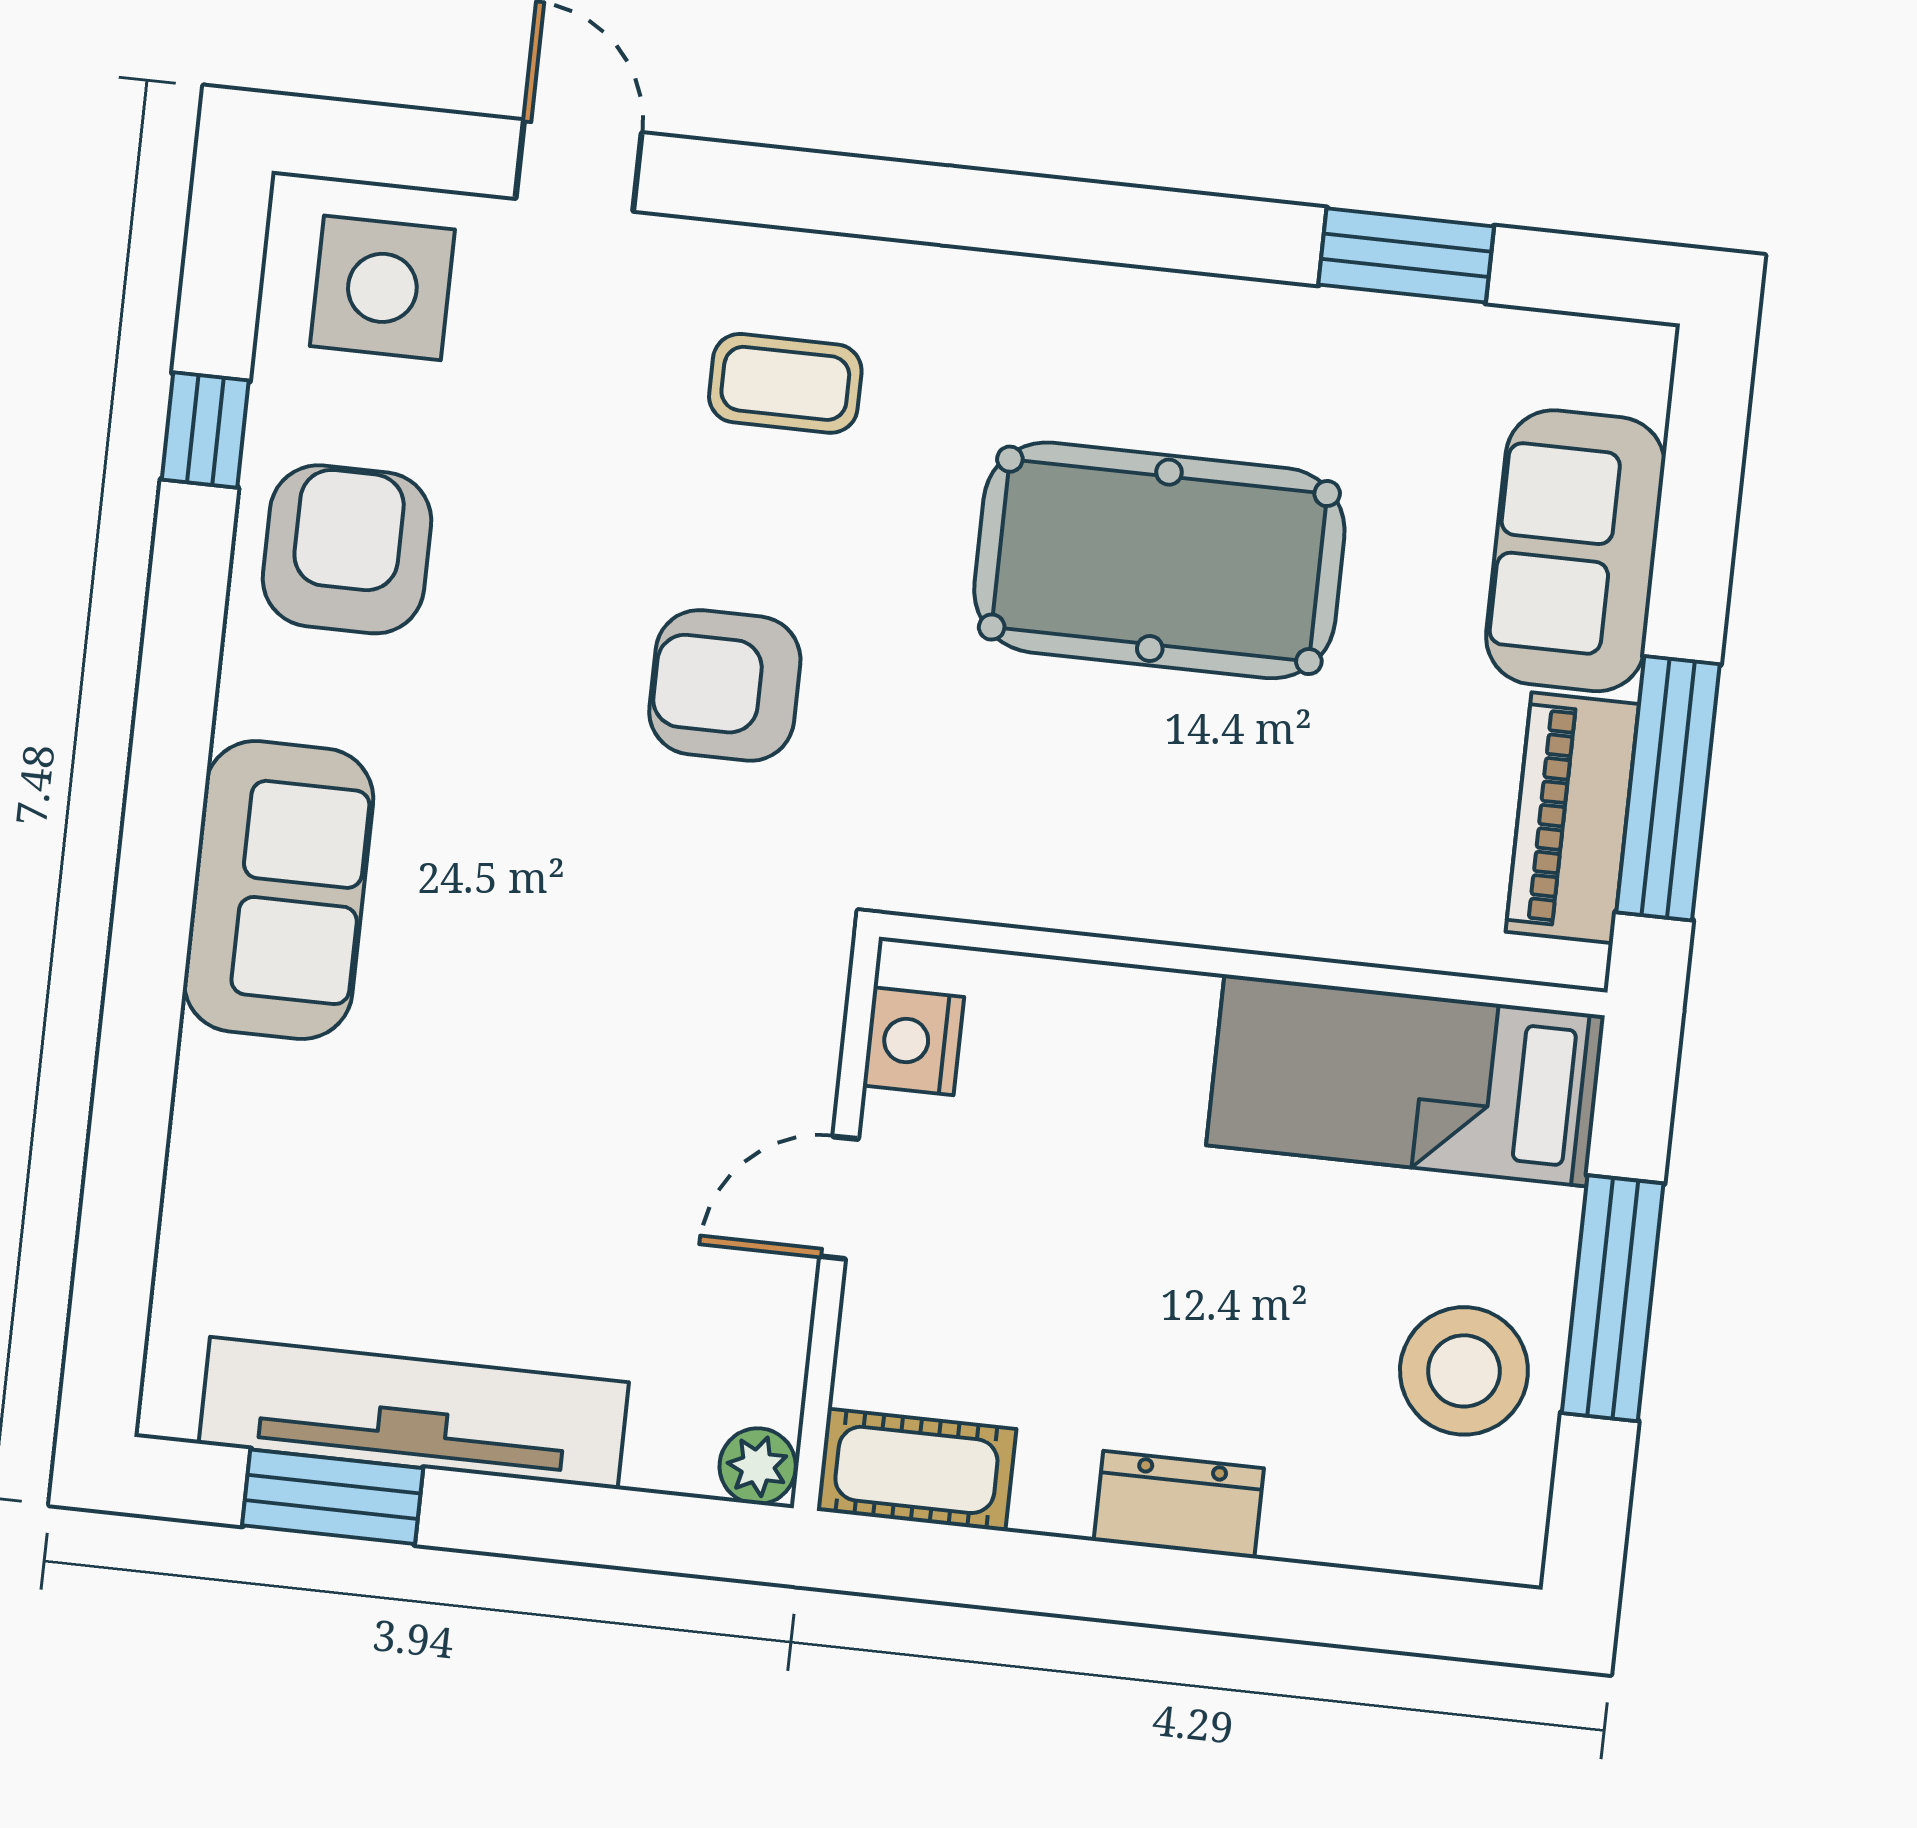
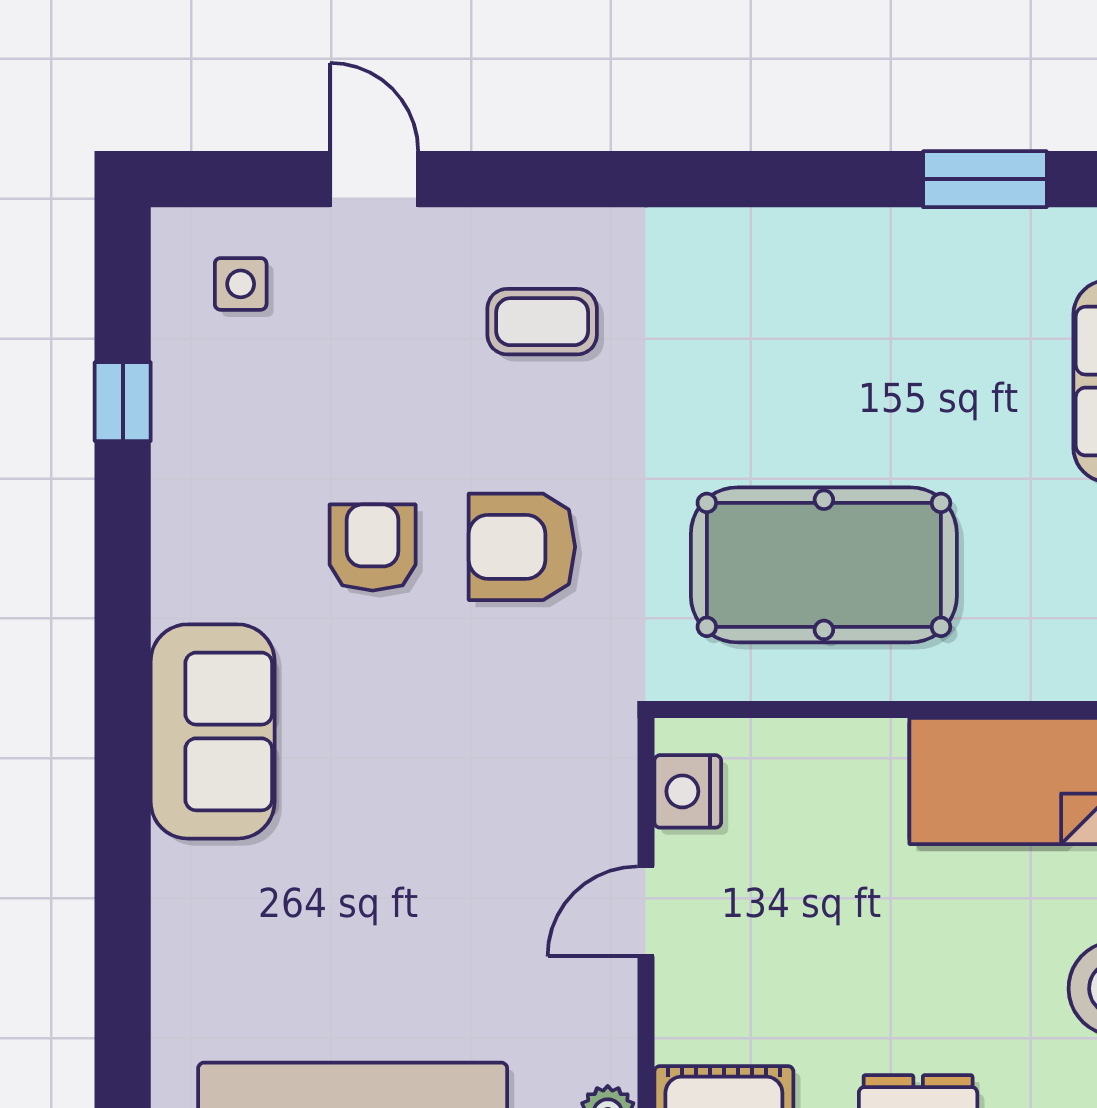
side table: (382, 288) -> (241, 284), width x0.54, depth x0.54
armchair: (347, 549) -> (373, 548), moved, width x0.72, depth x0.72
pool table: (1159, 560) -> (824, 565), moved

